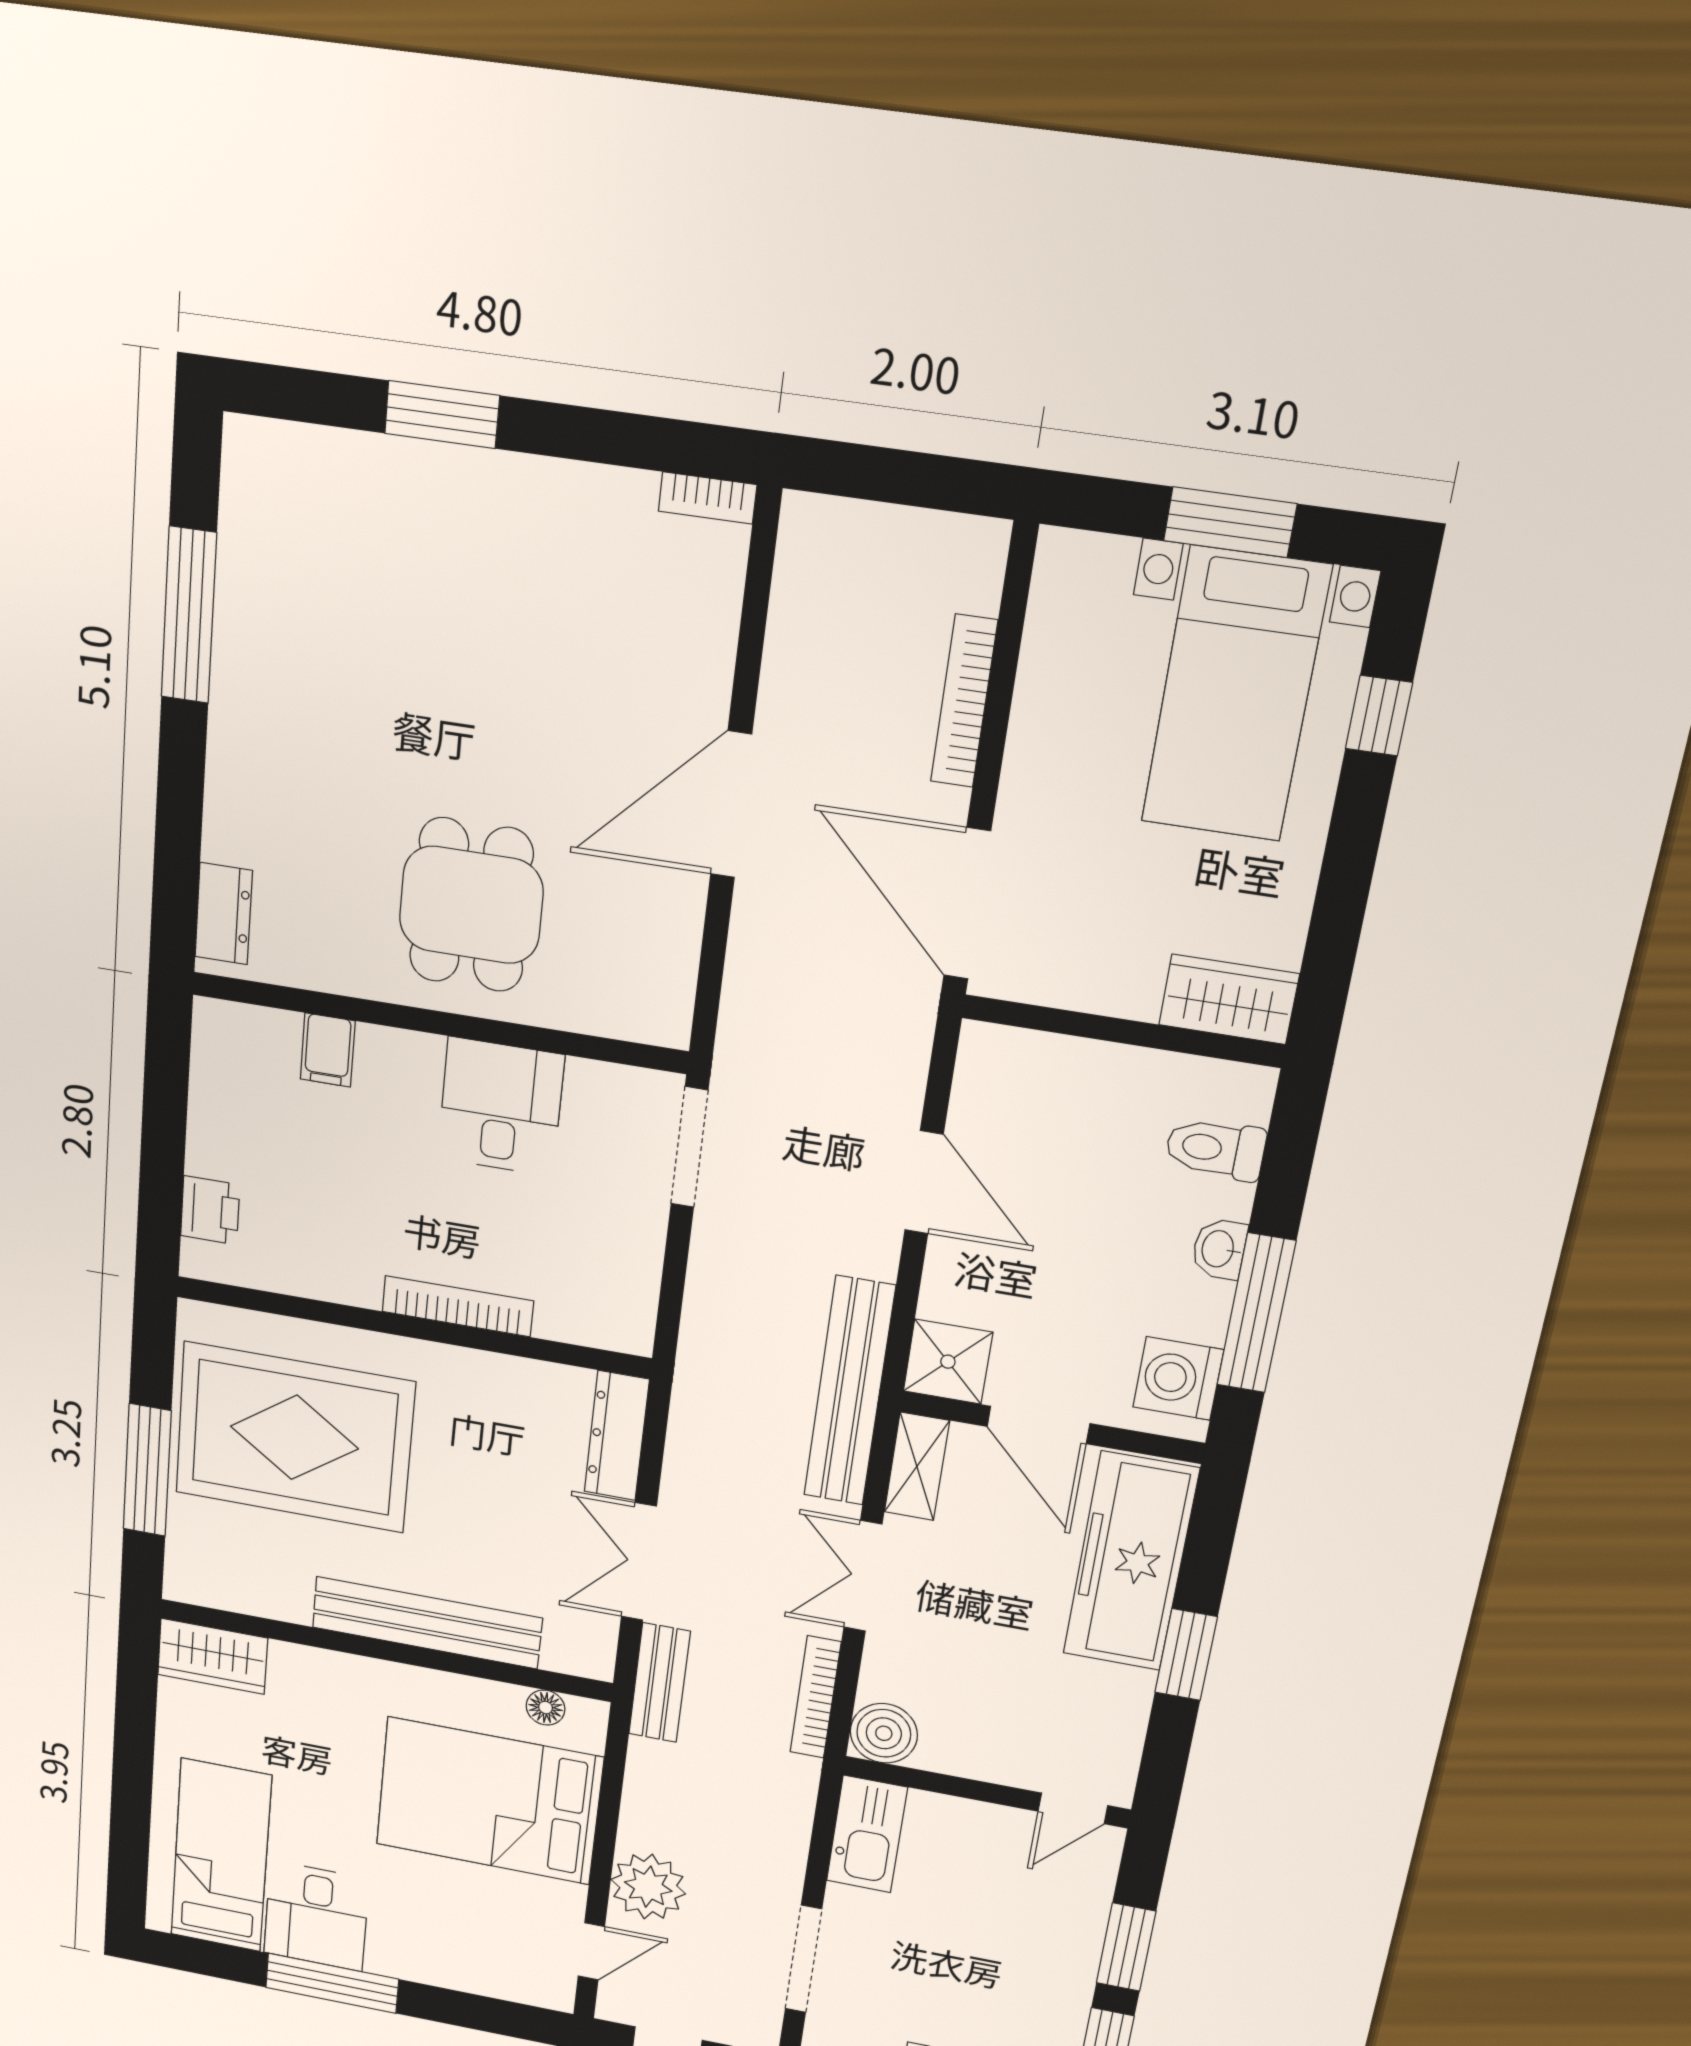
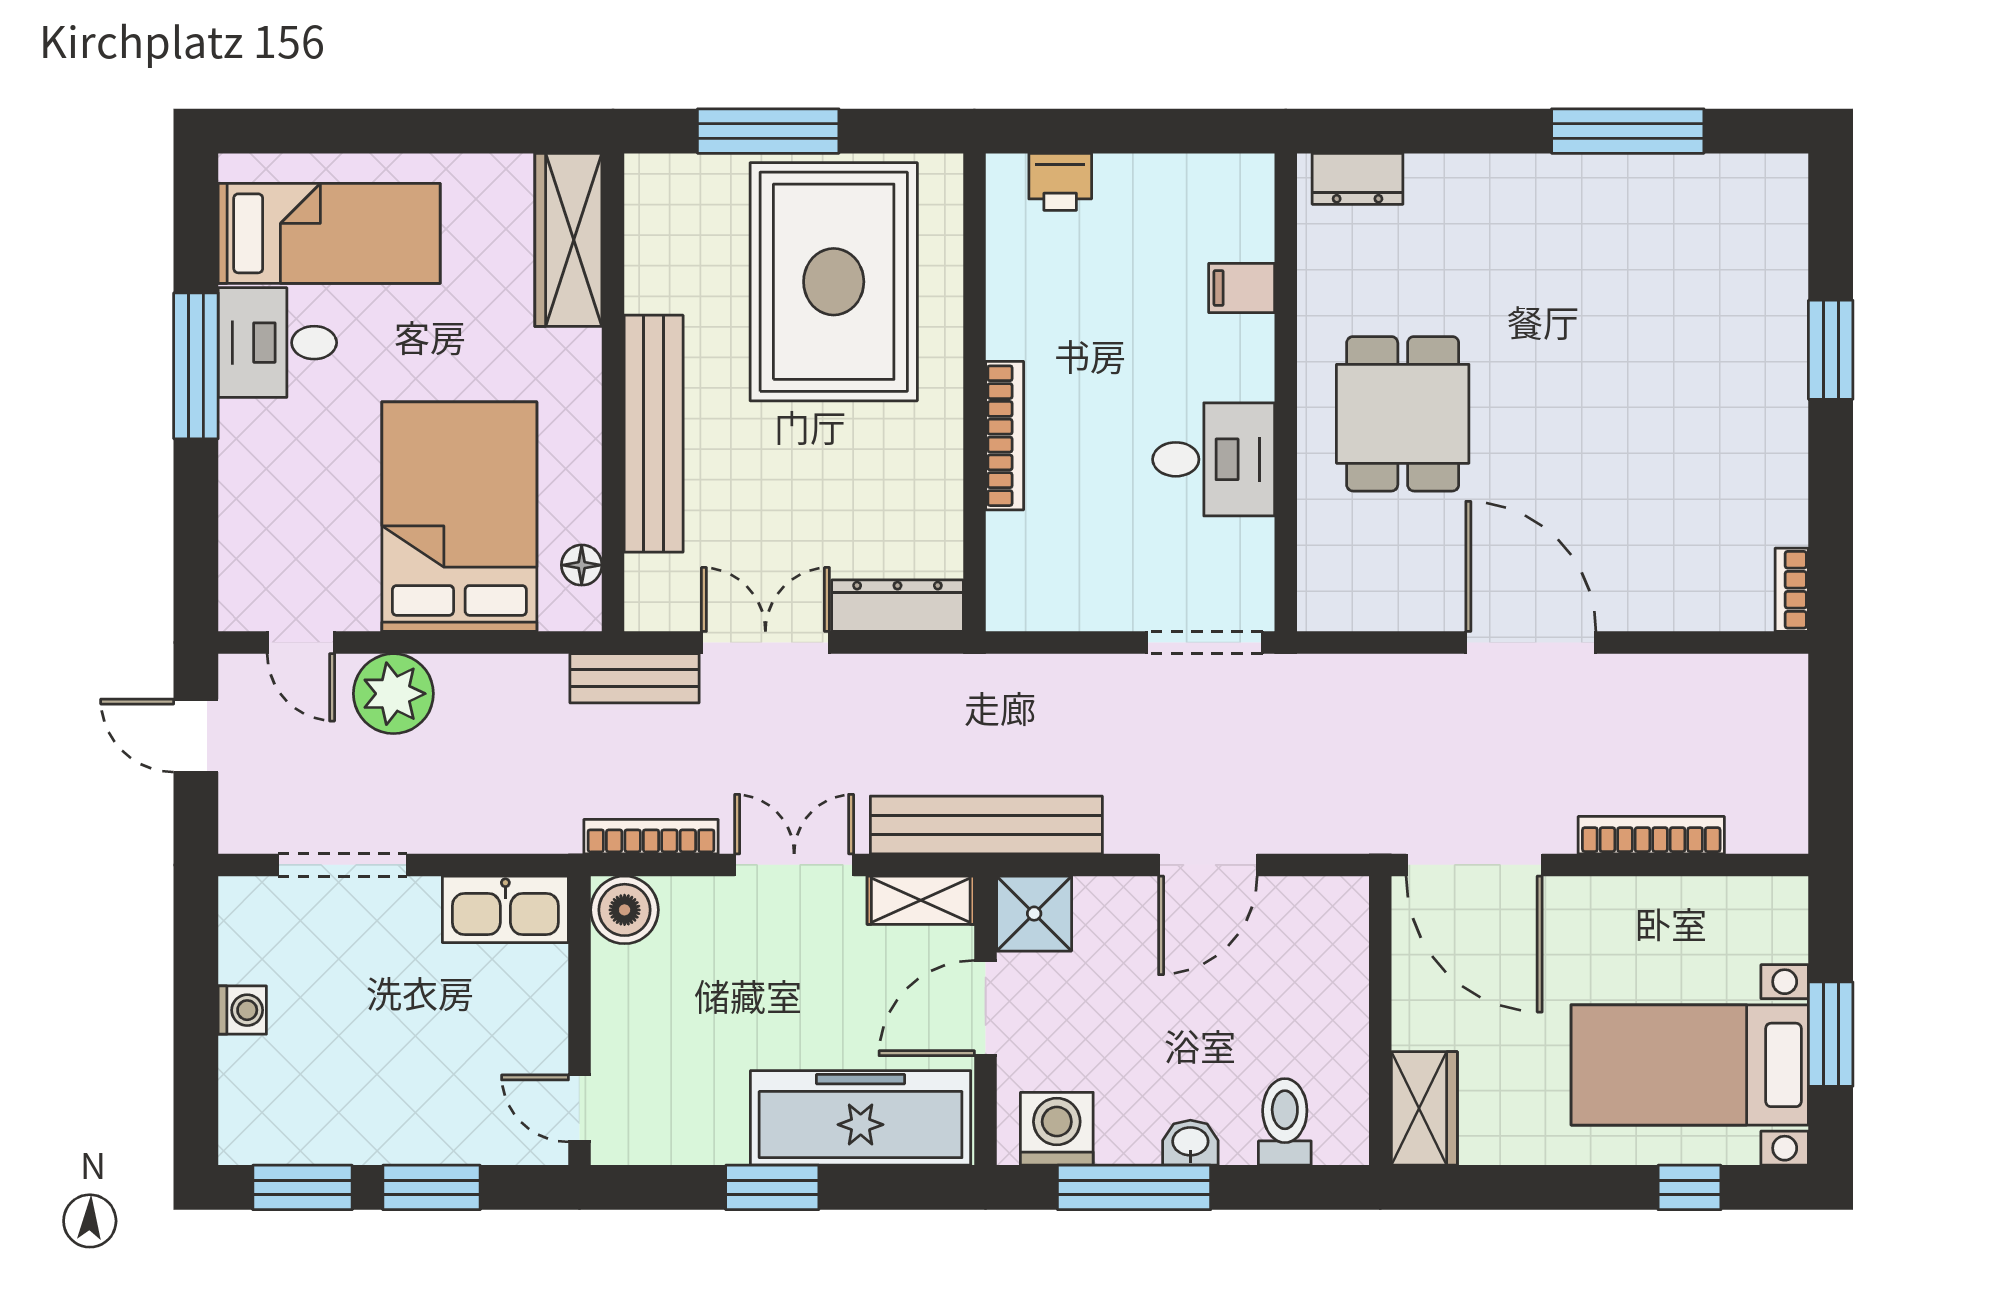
door: (967, 904) -> (1474, 865), swing flipped
dining table: (471, 905) -> (1403, 414), turned 90
wardrobe: (213, 1656) -> (568, 240), width x1.50

